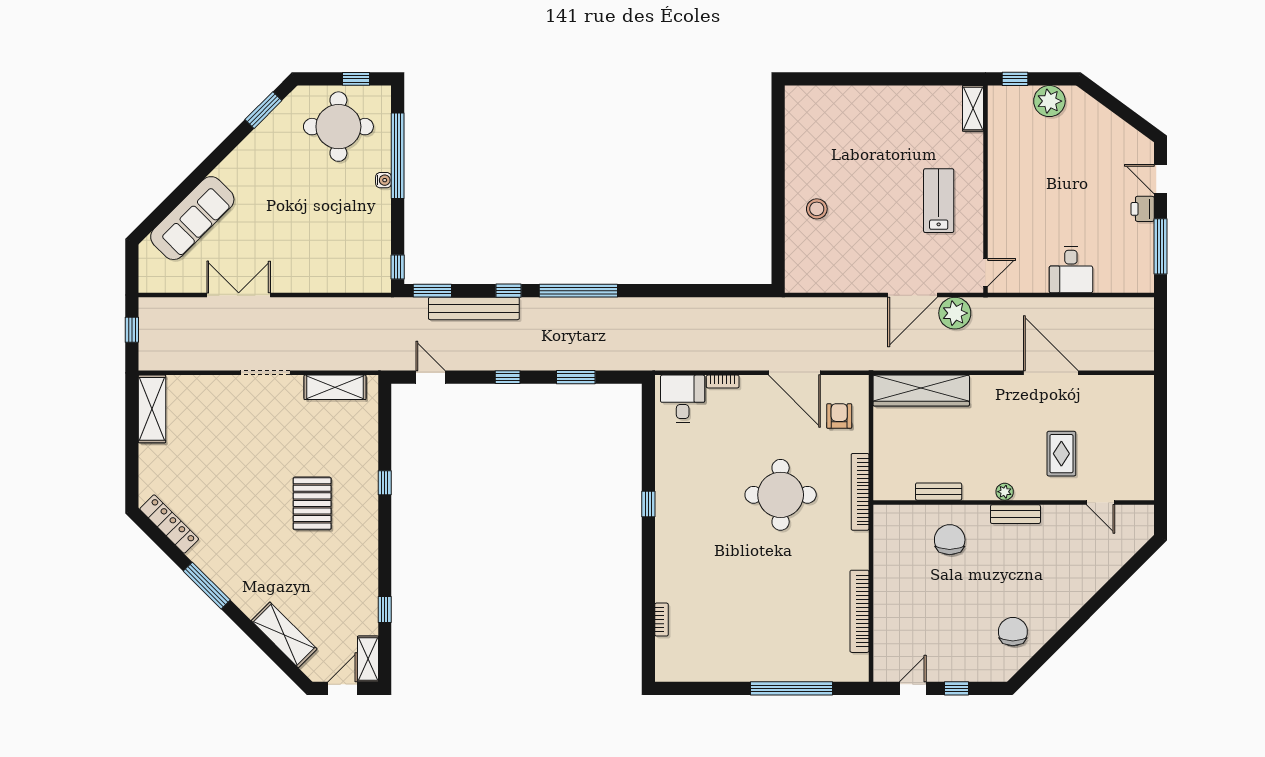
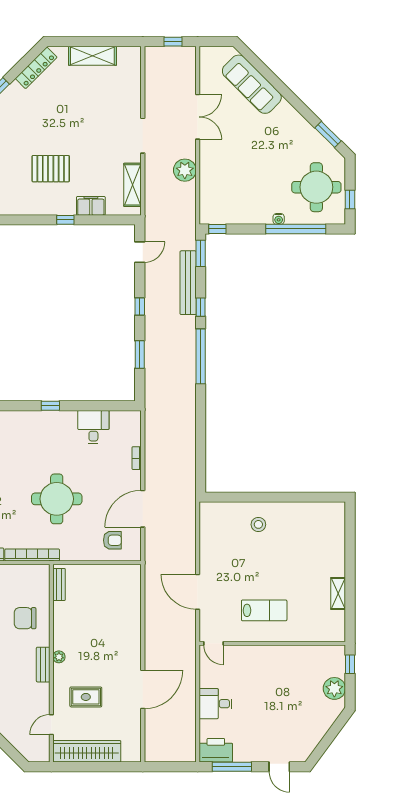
shelving: (973, 108) -> (338, 593), moved, turned 90
door: (1161, 179) -> (279, 767), swing flipped
printer: (1143, 209) -> (216, 750), moved, width x1.87, depth x1.48
plant: (955, 313) -> (185, 170), moved
wardrobe: (921, 391) -> (87, 751), moved, turned 90
desk: (683, 399) -> (93, 427), moved, turned -90
shelving: (152, 409) -> (92, 56), moved
filing cabinet: (365, 446) -> (91, 206), added
bookcase: (860, 492) -> (32, 555), moved
bench: (939, 492) -> (59, 584), moved
chair: (950, 540) -> (25, 618), turned 180

